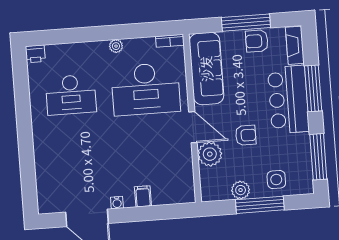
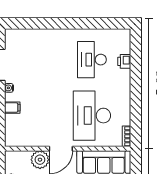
plant: (116, 46) -> (126, 96), removed
printer: (35, 54) -> (124, 61), moved

